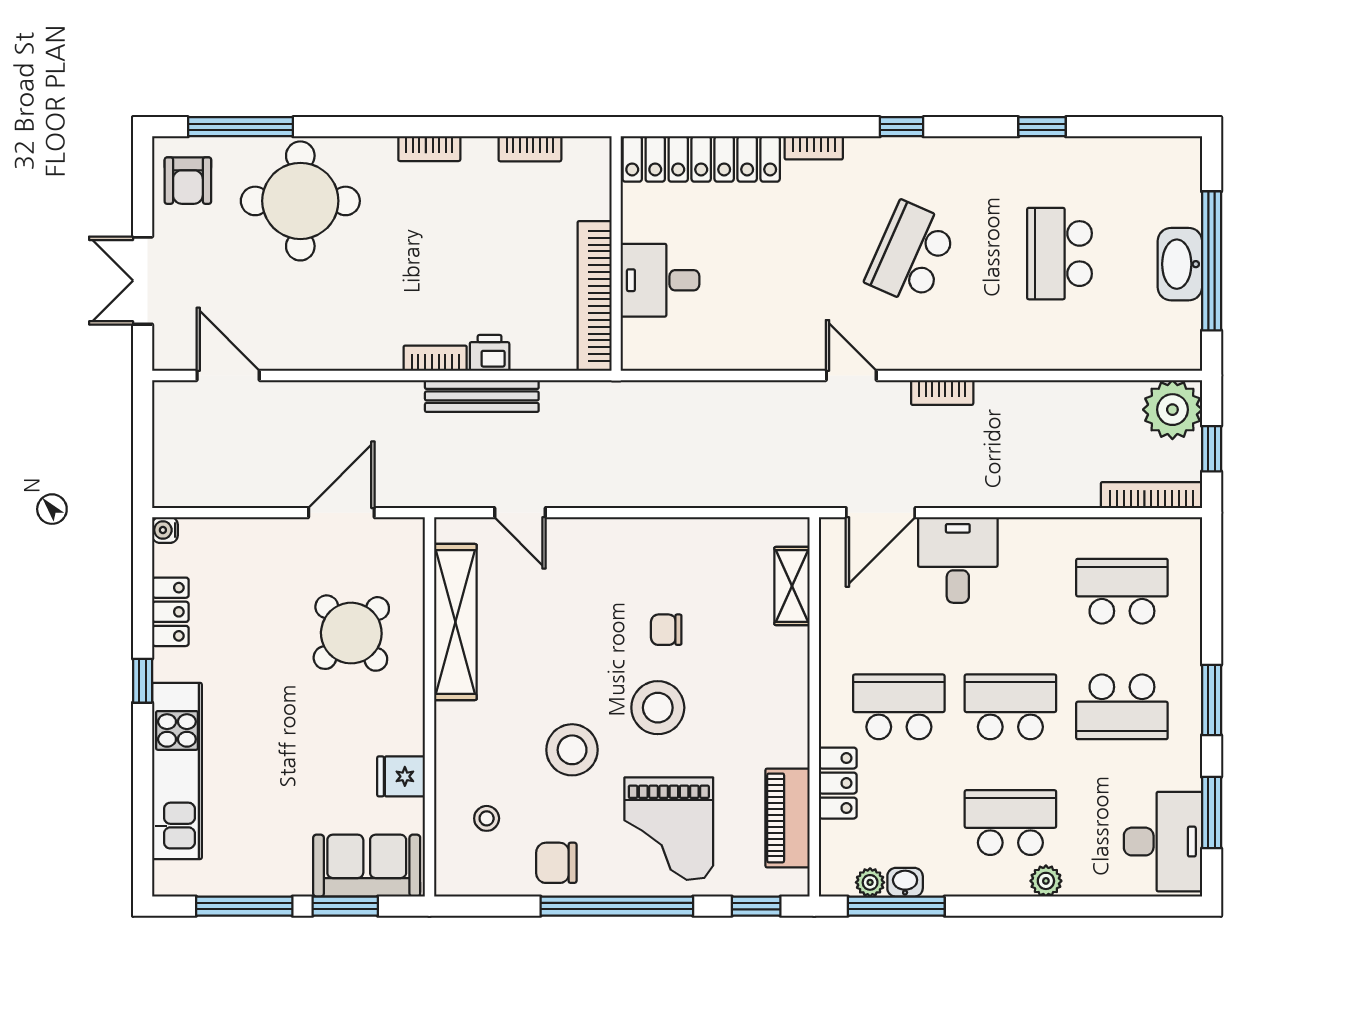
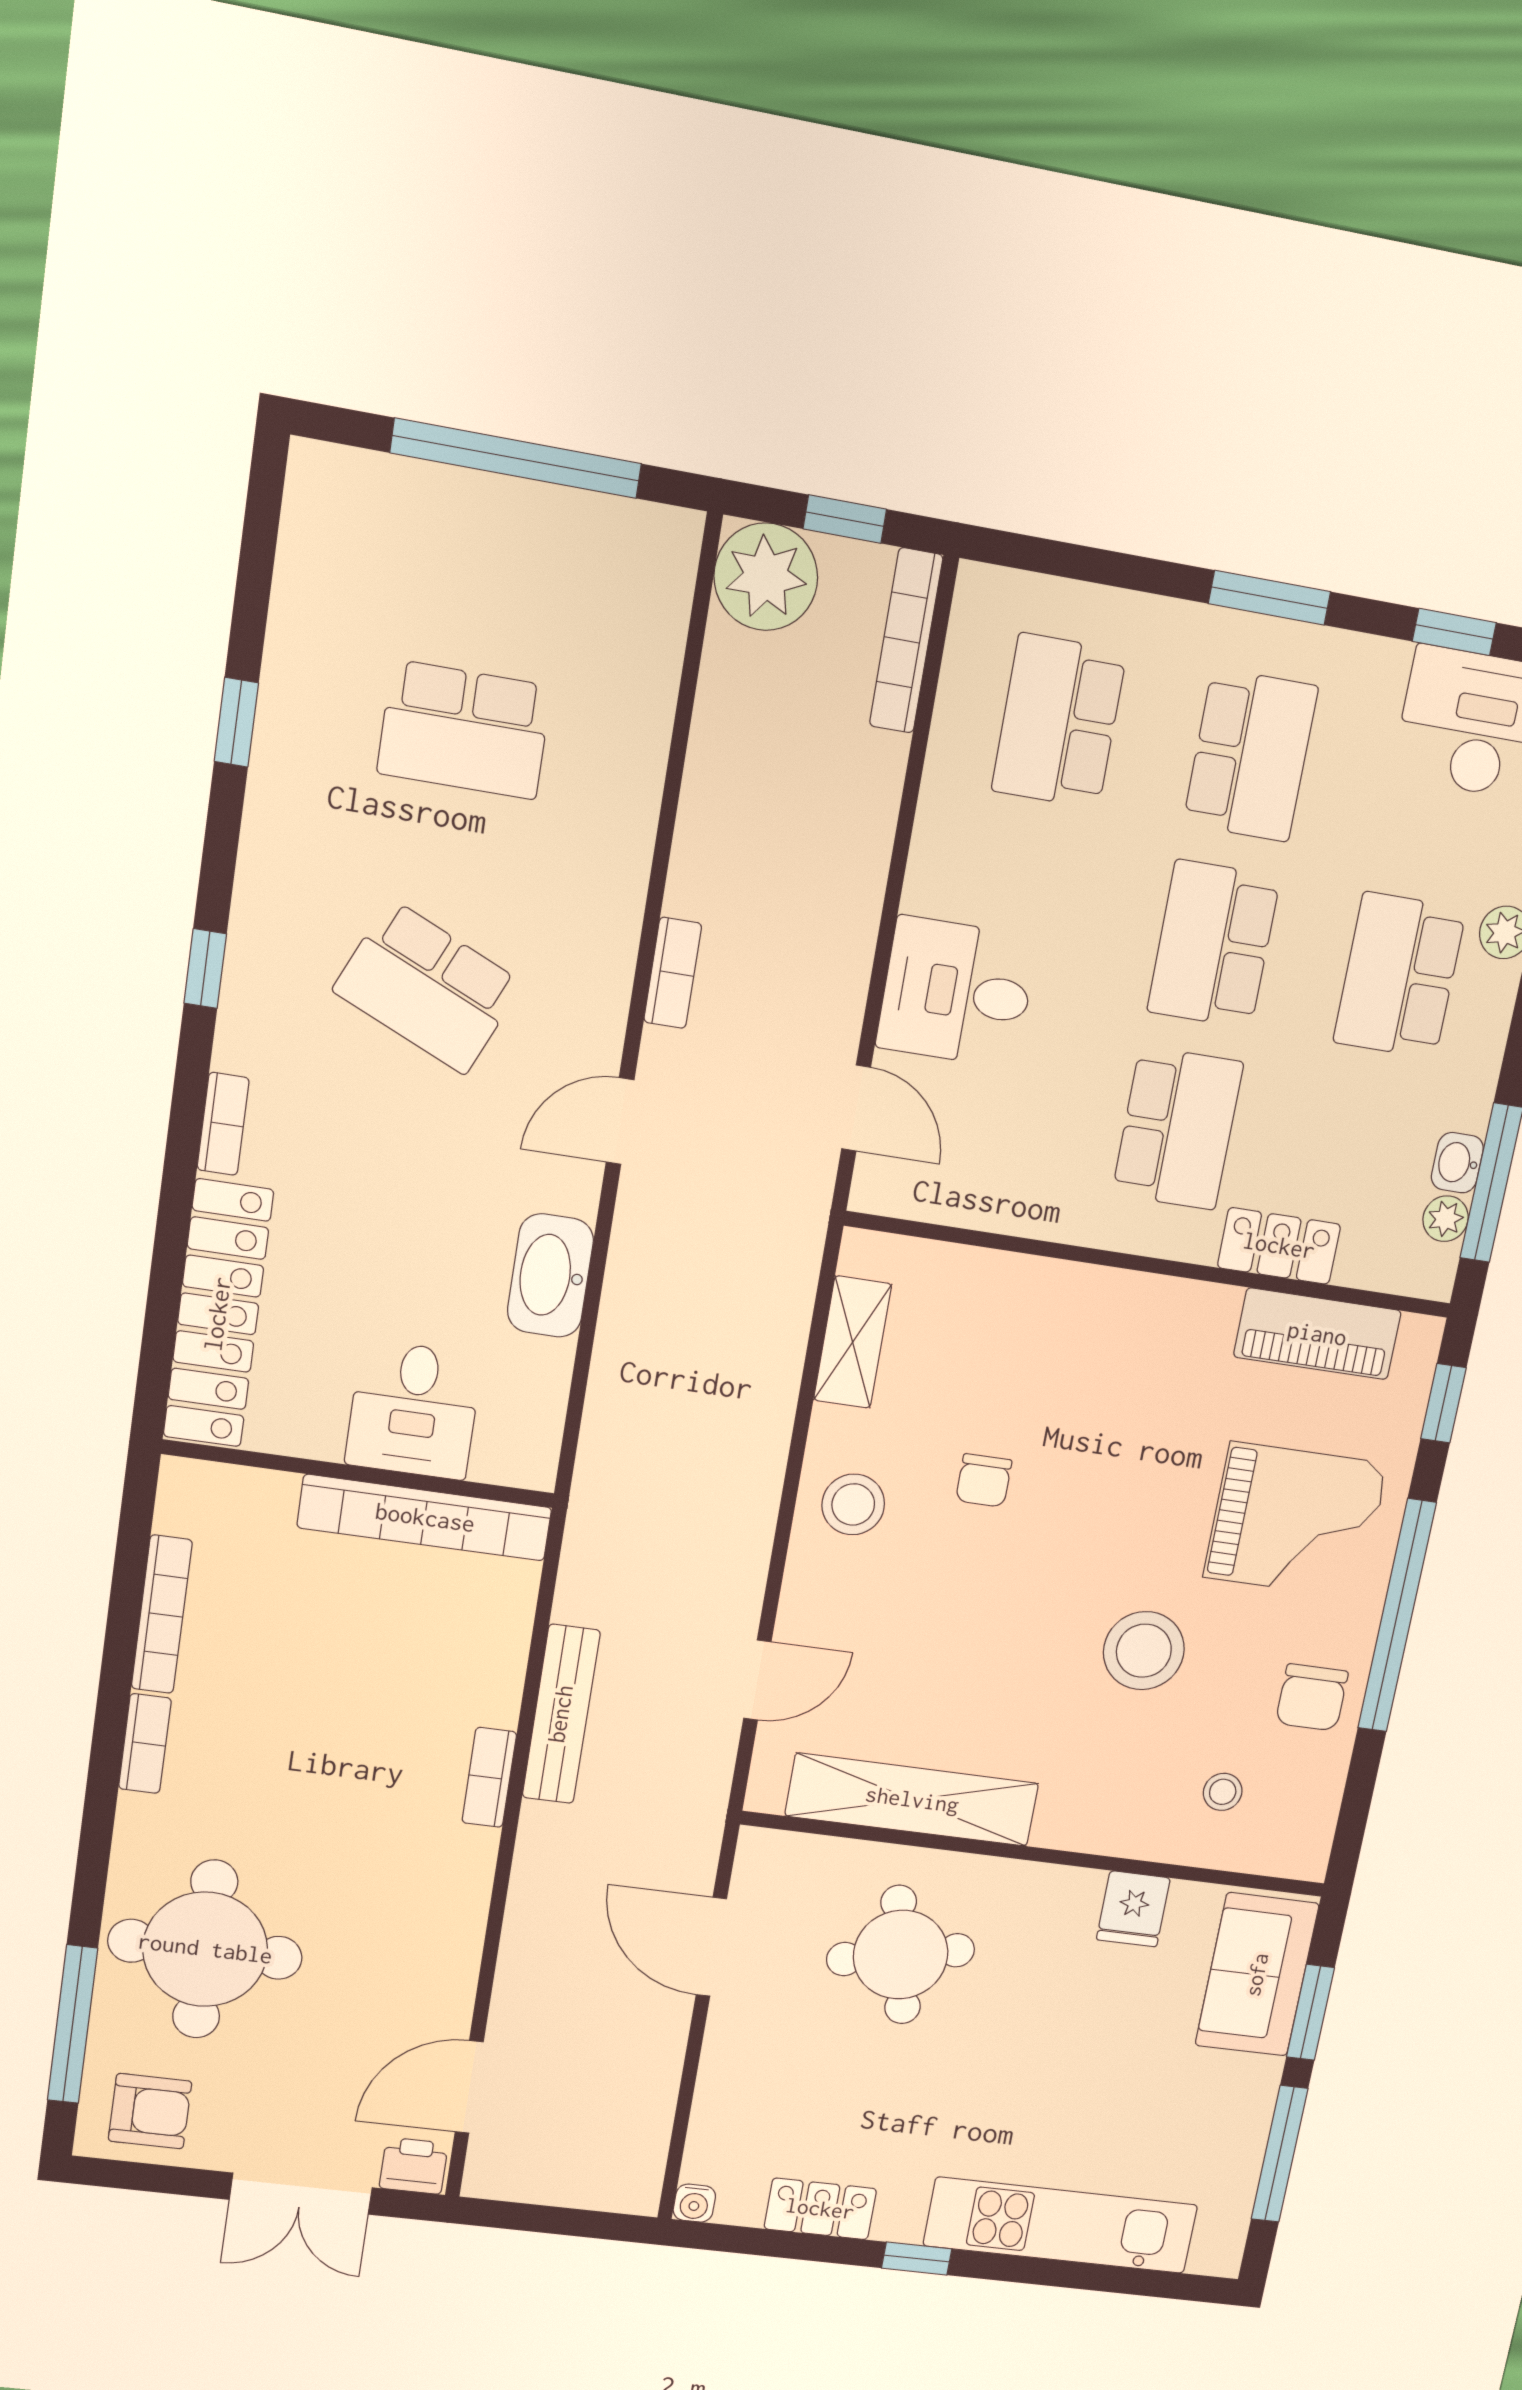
bookcase: (530, 149) -> (162, 1614), width x1.56
washbasin: (1180, 264) -> (550, 1276), moved, turned 90
printer: (490, 353) -> (414, 2166), moved, turned 90
door: (881, 513) -> (856, 1108), width x0.73
shelving: (792, 586) -> (853, 1342), moved, turned 90
round table: (351, 633) -> (901, 1955), turned 31
school desk: (899, 707) -> (1178, 1128), turned 180
stool: (658, 708) -> (853, 1504), moved, width x0.73, depth x0.73
window: (1212, 813) -> (1454, 632), width x0.67

